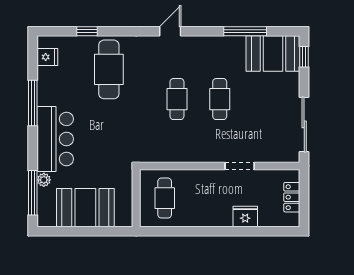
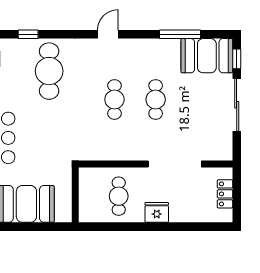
sliding door: (304, 124) -> (237, 105), moved
doorway: (240, 166) -> (175, 164), width x1.88
cafe table: (165, 198) -> (119, 196), moved
fridge: (245, 216) -> (157, 212), moved

